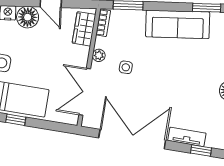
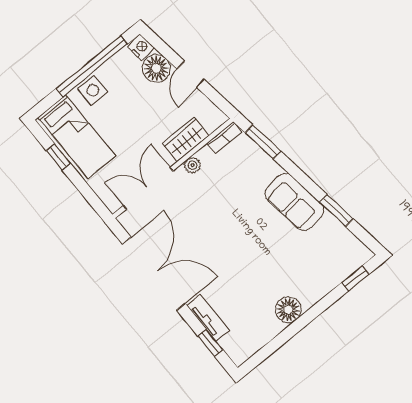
sofa: (178, 24) -> (294, 202), width x0.73
wardrobe: (84, 29) -> (186, 139), moved
side table: (126, 67) -> (208, 199), removed

